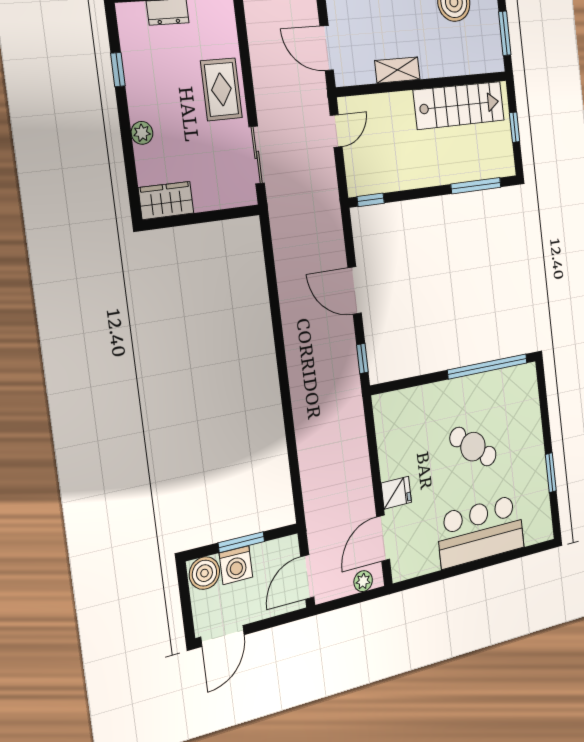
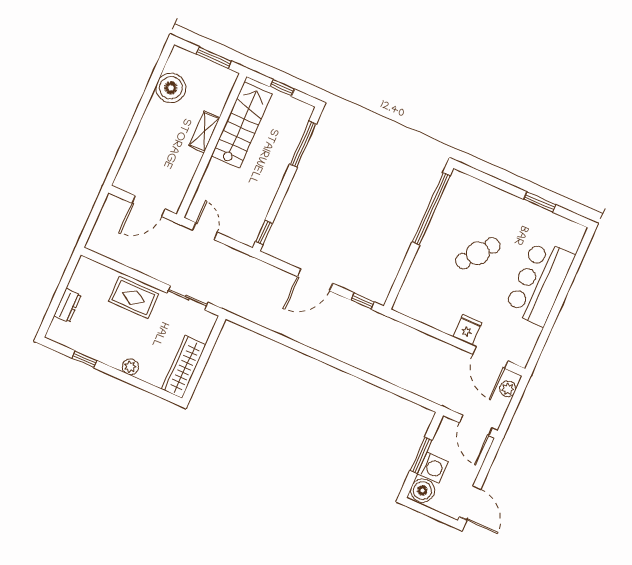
shelving: (397, 70) -> (204, 132), moved
wardrobe: (166, 200) -> (184, 367), width x1.50

